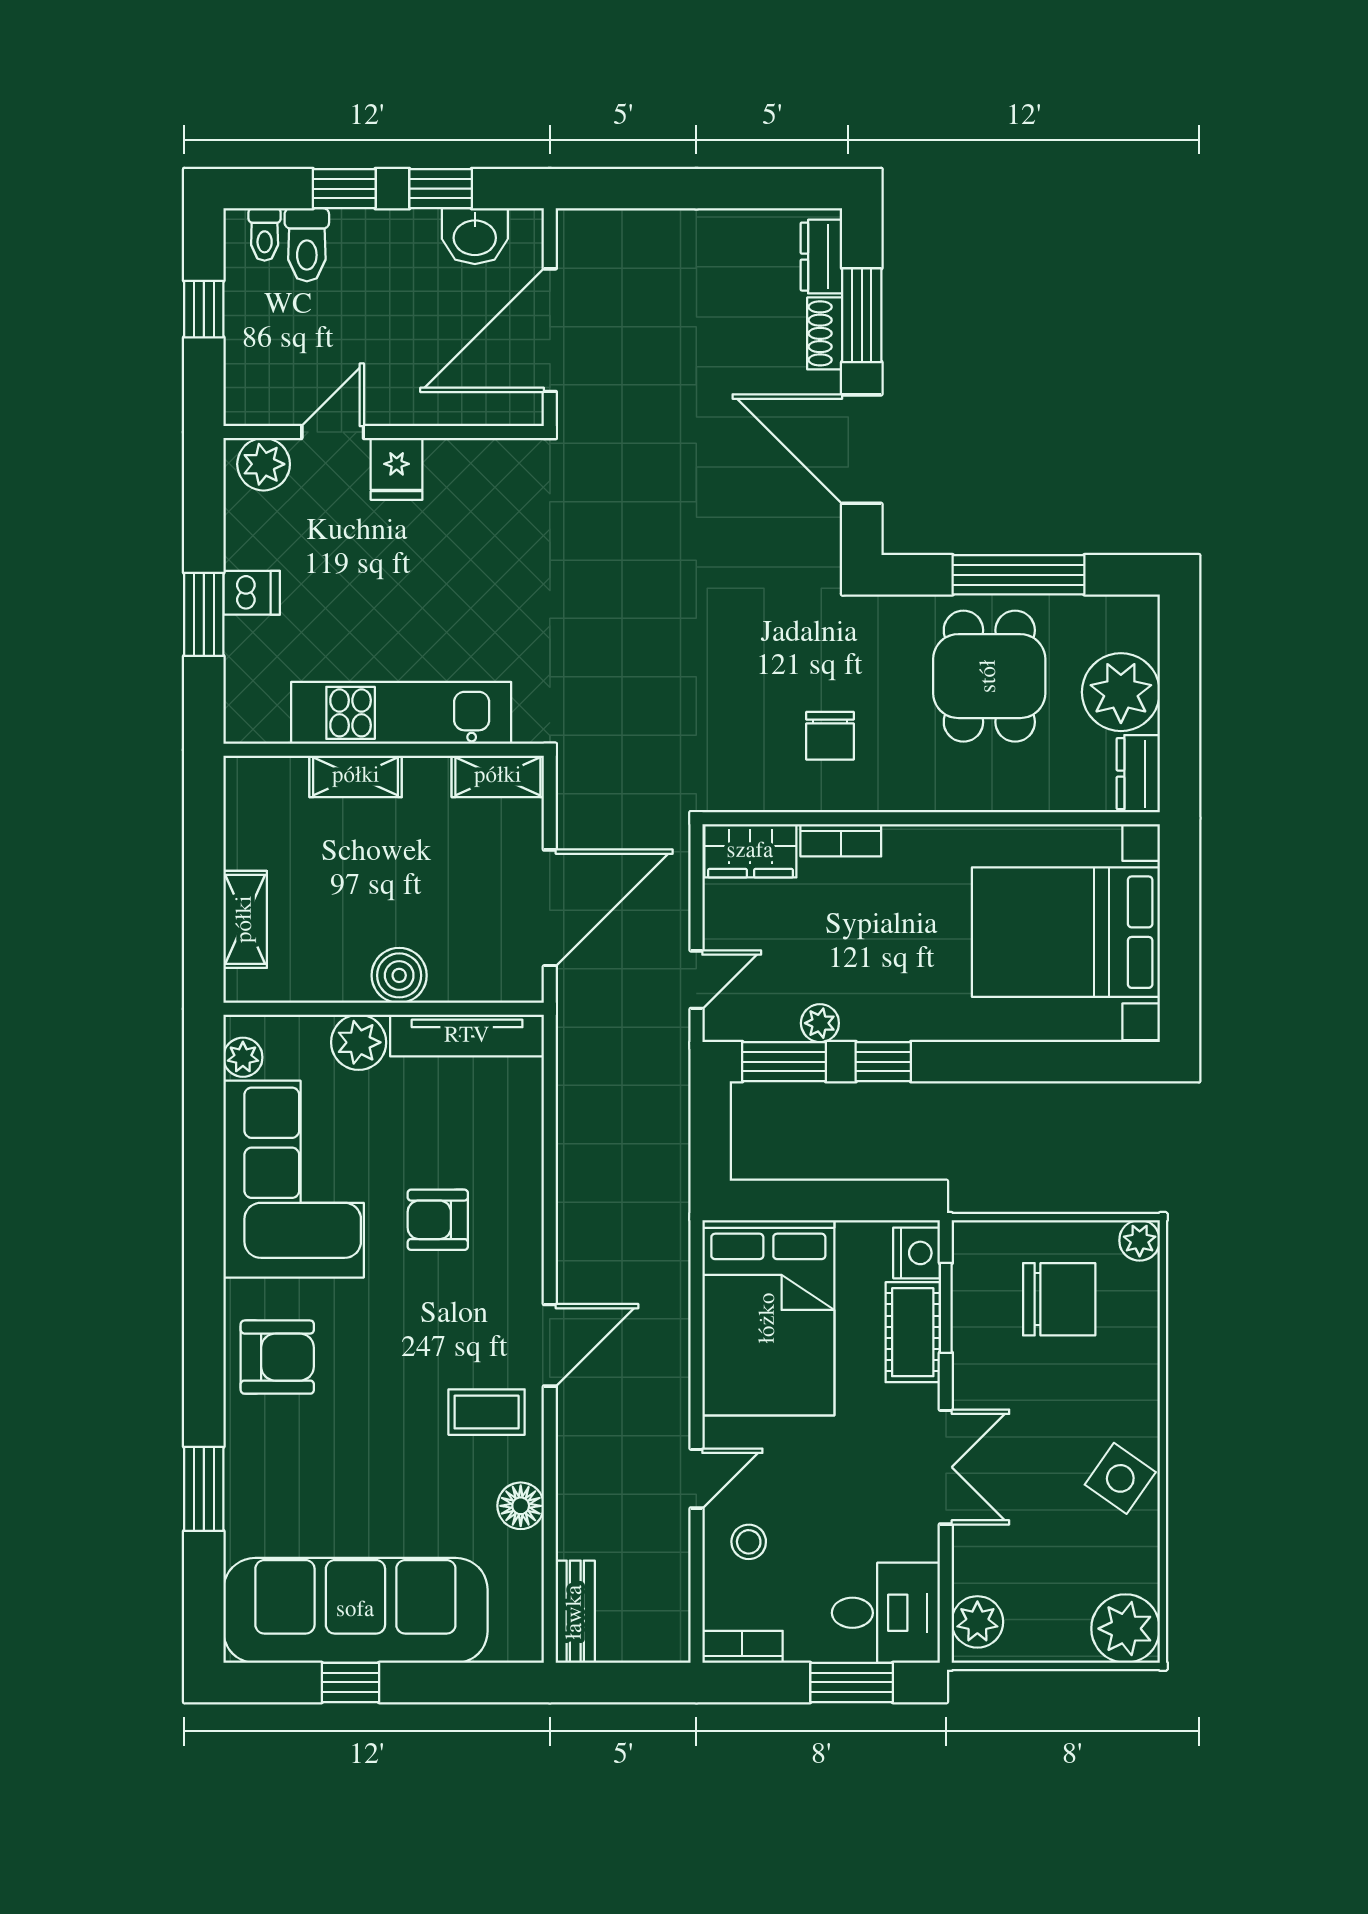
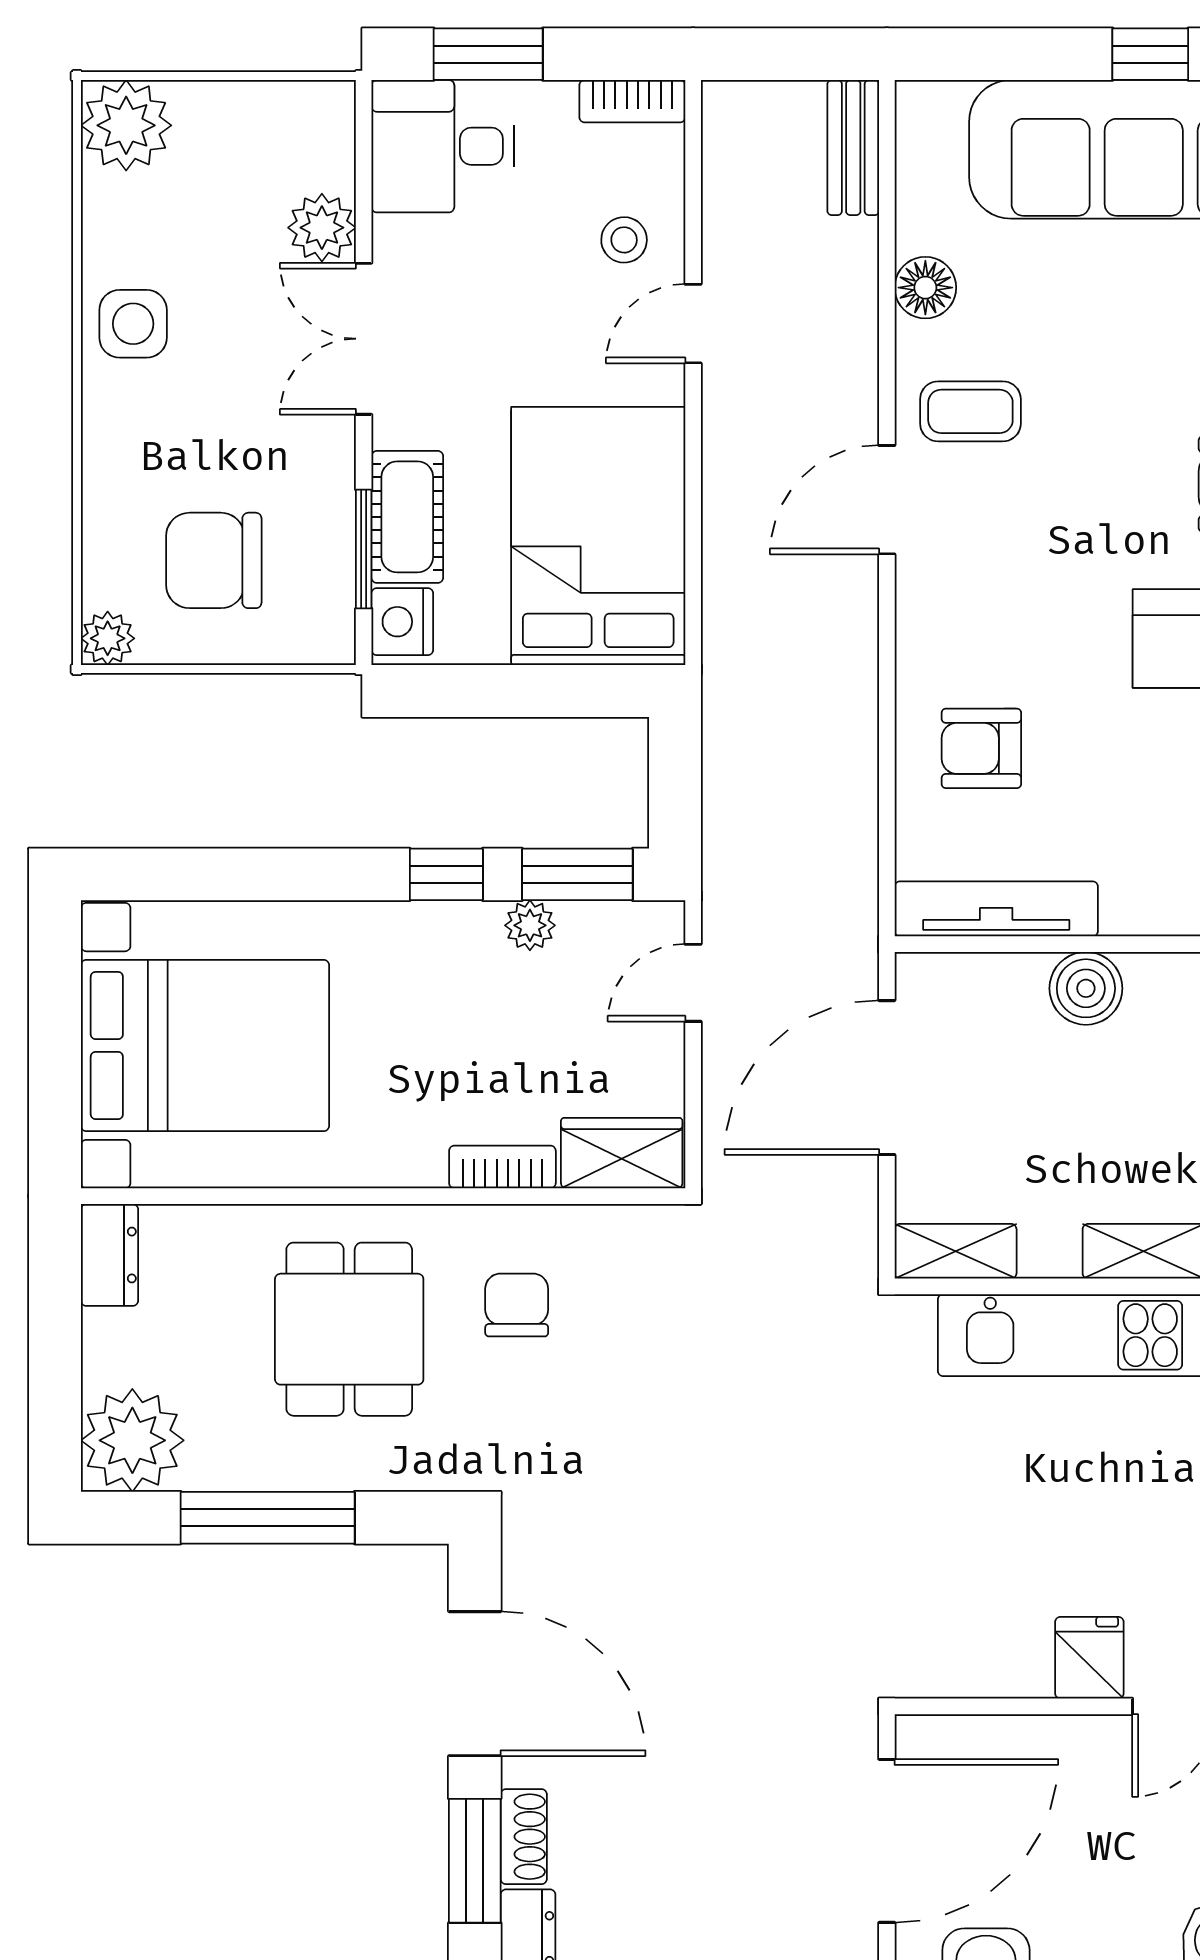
dining table: (989, 676) -> (349, 1329), moved
plant: (1121, 692) -> (132, 1440), moved
plant: (359, 1042) -> (1139, 900), removed
armchair: (438, 1220) -> (981, 748), moved, turned 180
side table: (1120, 1478) -> (133, 324), turned -35
plant: (977, 1622) -> (322, 228), moved

